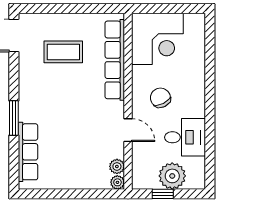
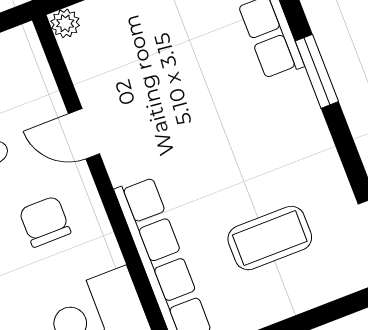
chair: (160, 98) -> (45, 222), turned -153
plant: (117, 166) -> (78, 54), removed

